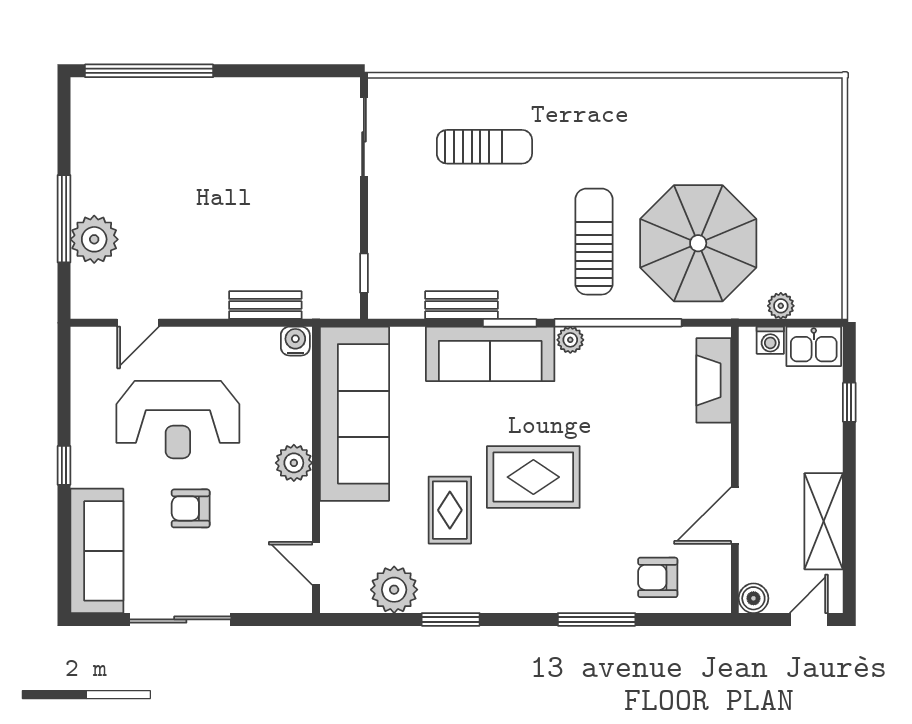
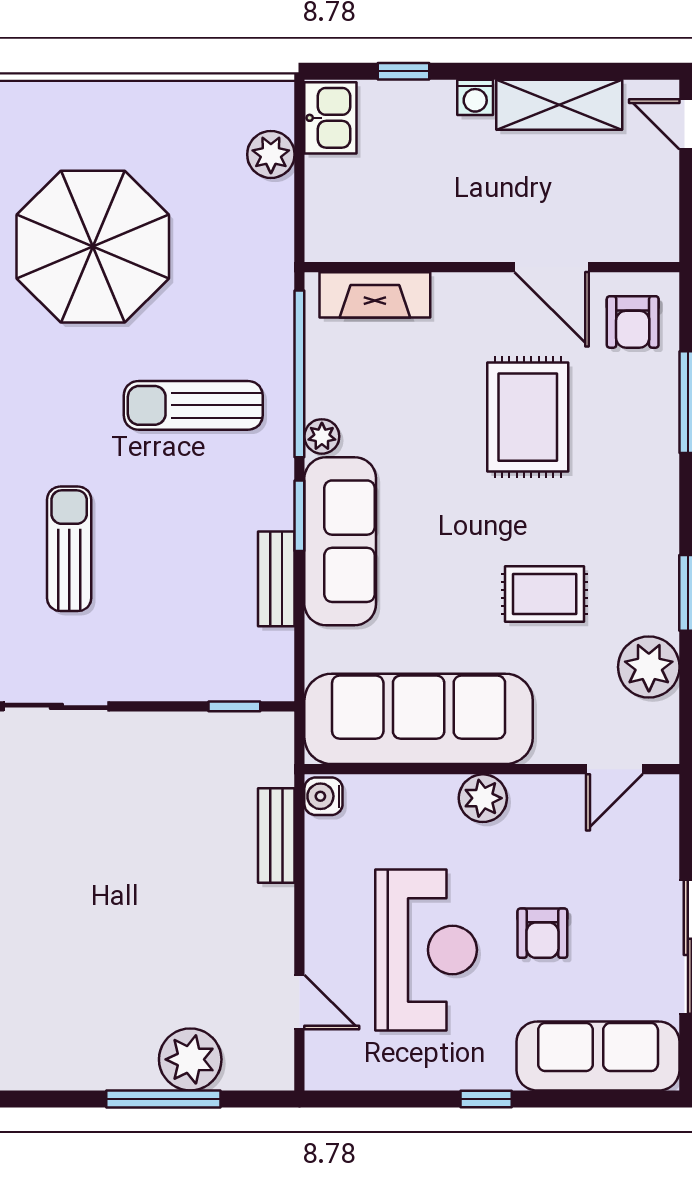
parasol: (698, 243) -> (93, 247), moved
plant: (781, 306) -> (271, 154), width x1.38, depth x1.38
washing machine: (770, 340) -> (475, 97), moved, turned 90
fireplace: (714, 380) -> (375, 295), moved
wall: (735, 470) -> (492, 267), moved
rug: (533, 477) -> (528, 417), moved
door: (735, 515) -> (552, 267), moved
boiler: (753, 598) -> (660, 197), removed

